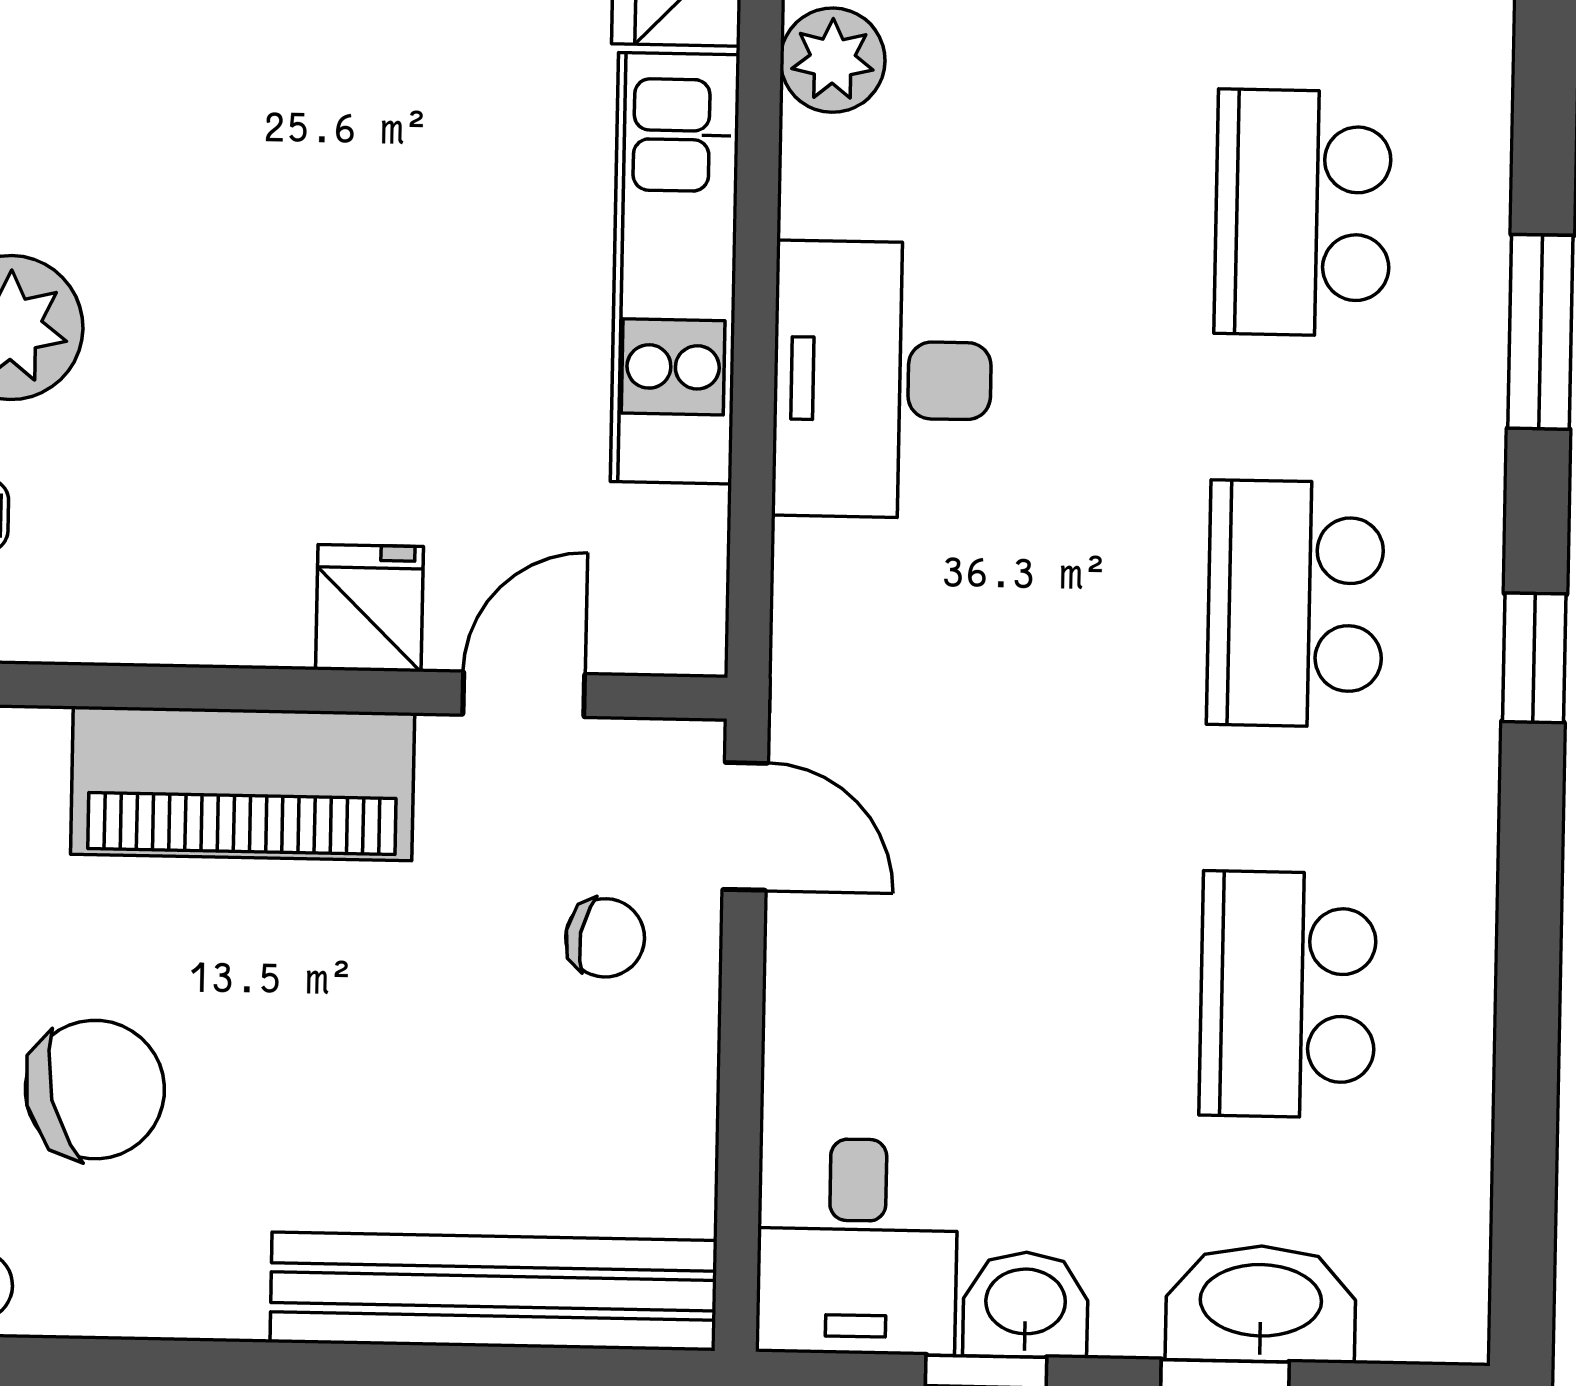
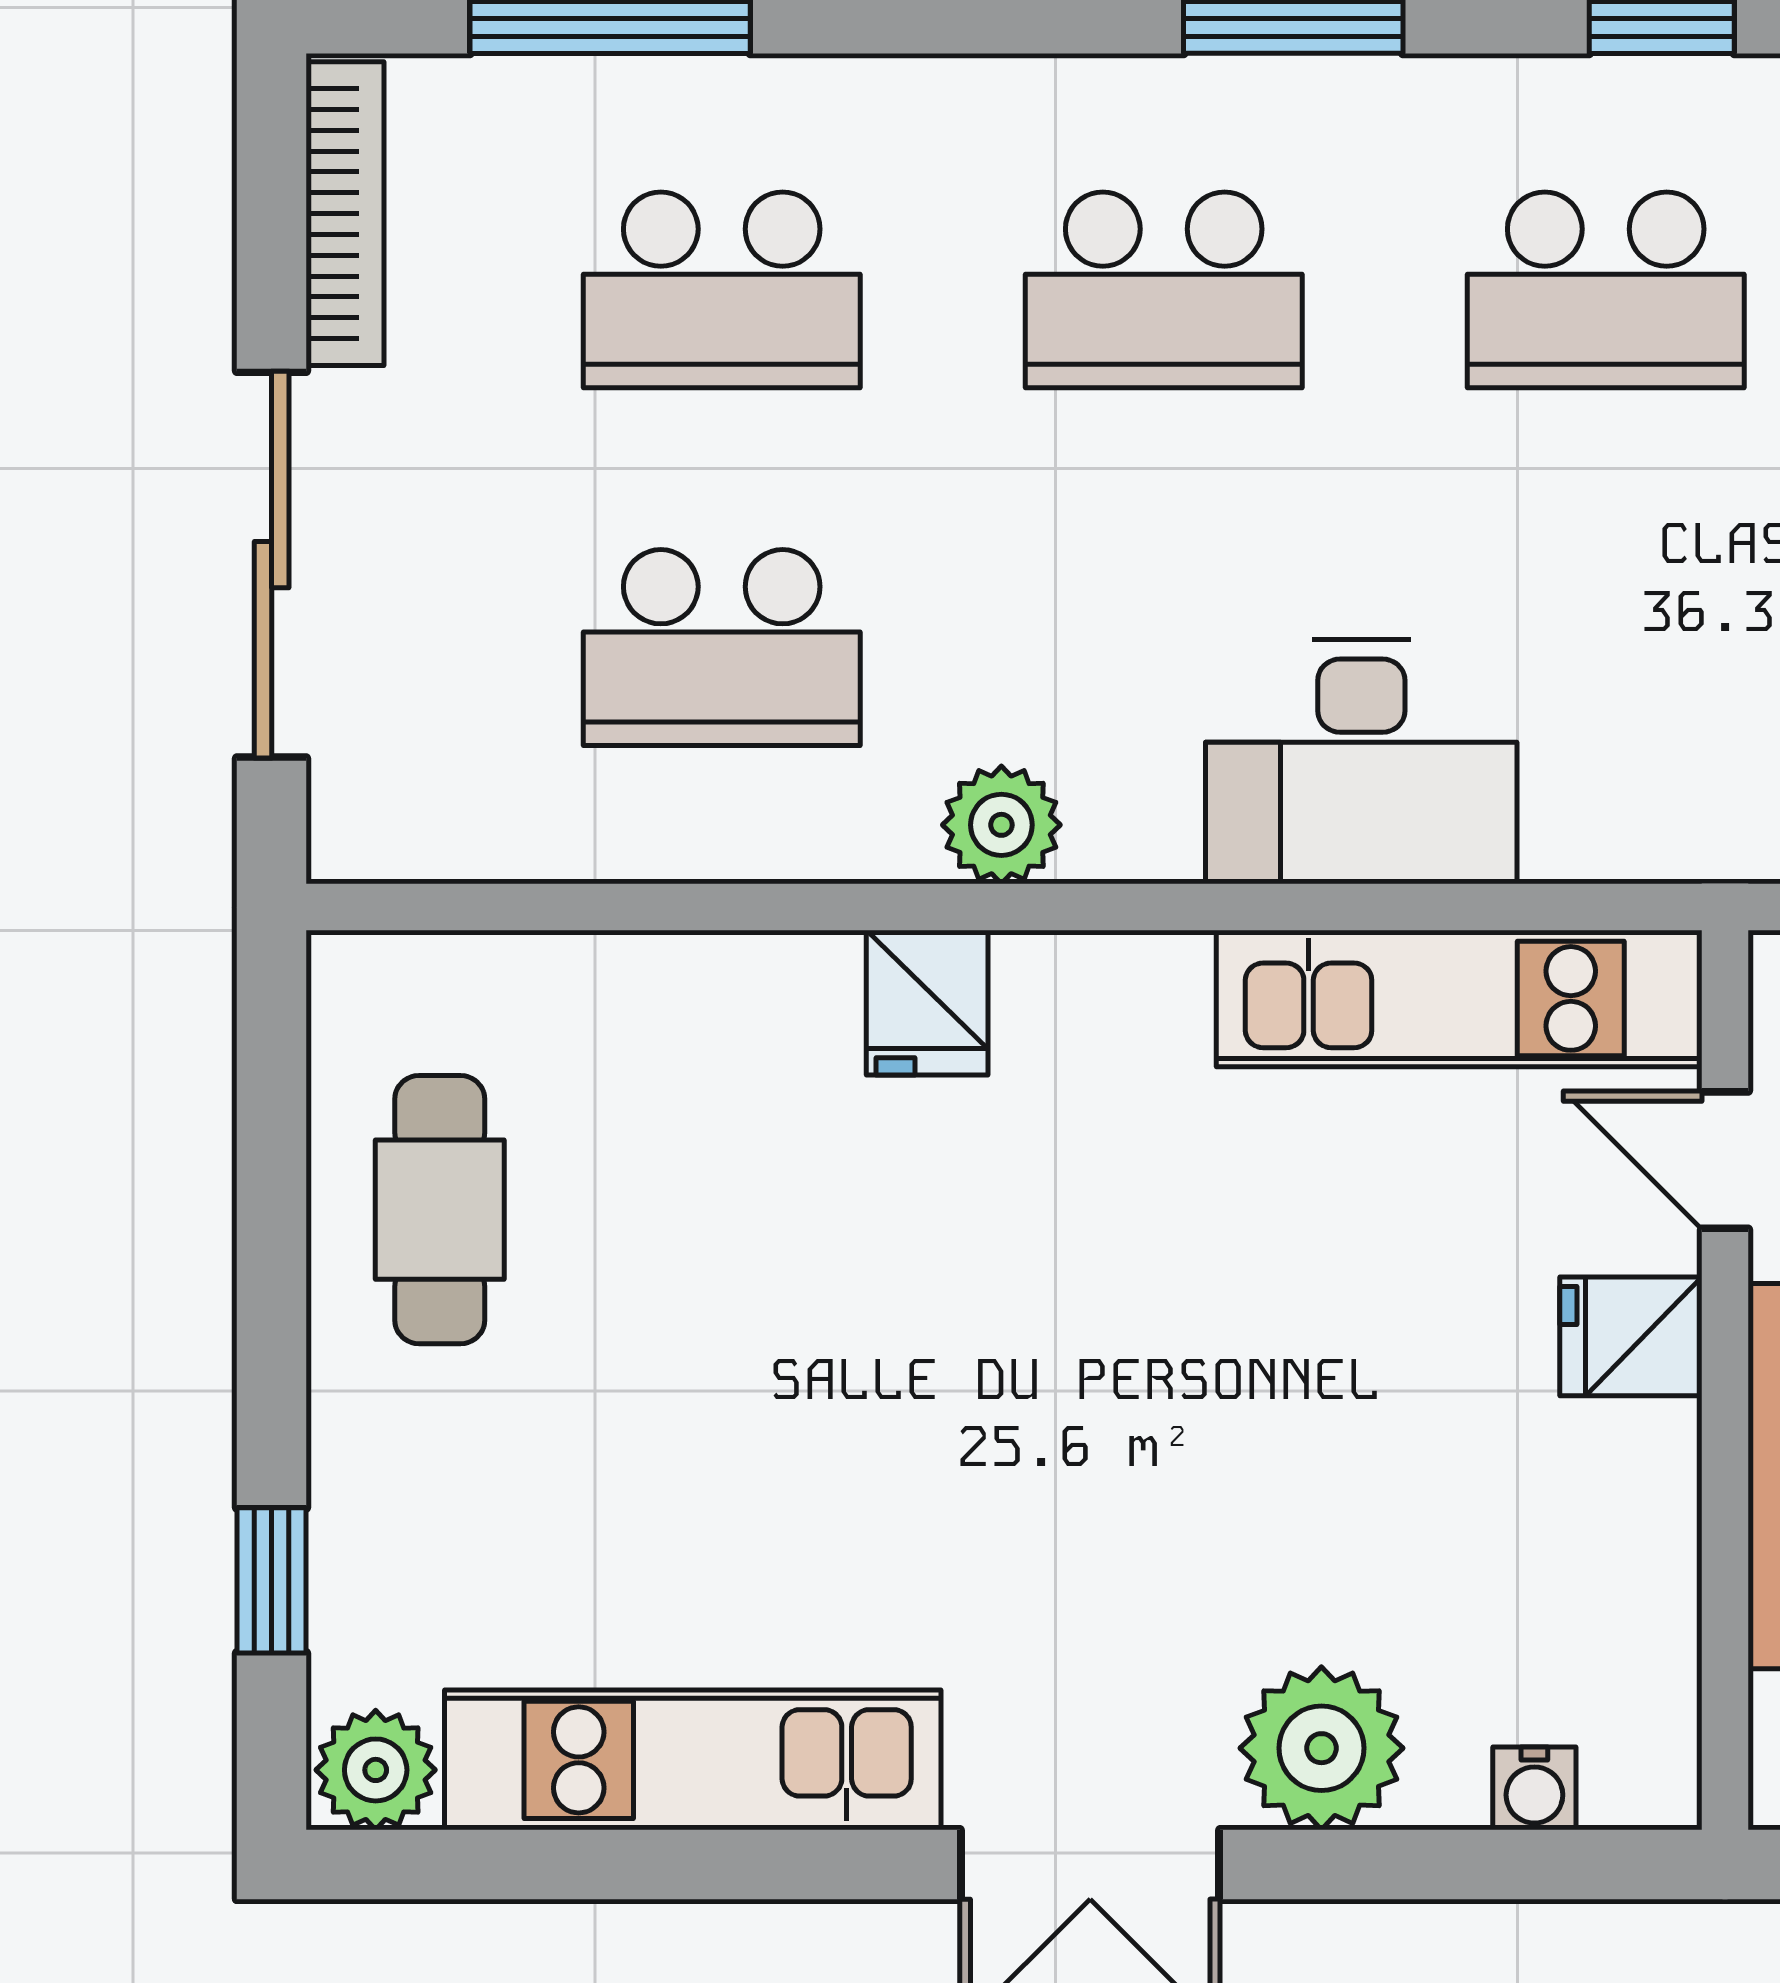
kitchen unit: (675, 268) -> (1459, 998), moved

